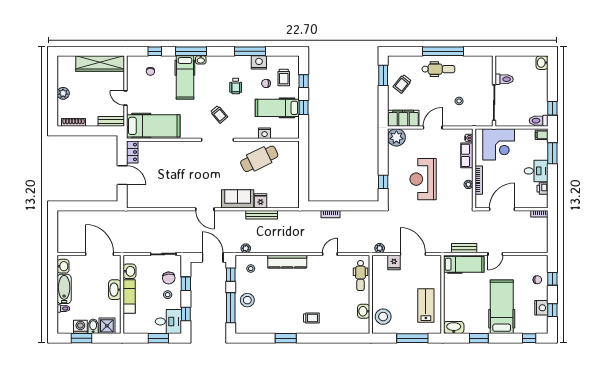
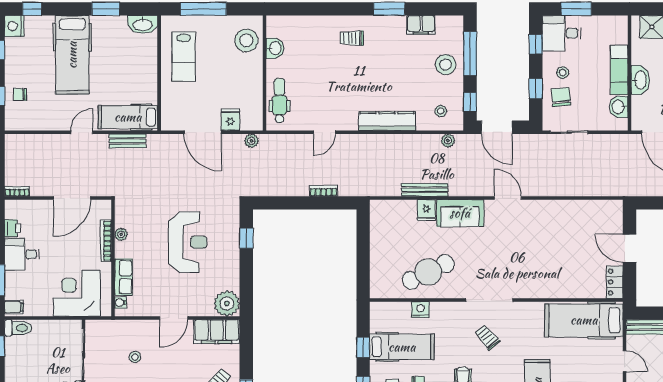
nightstand: (541, 308) -> (14, 26), moved
filing cabinet: (264, 327) -> (421, 25), added

